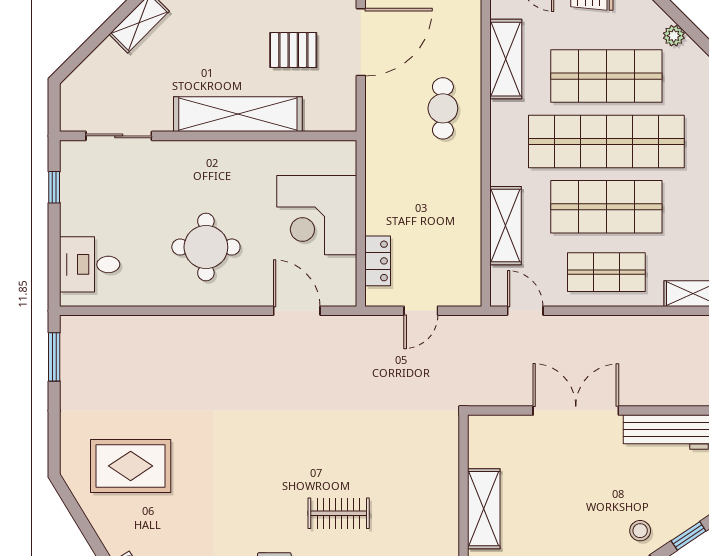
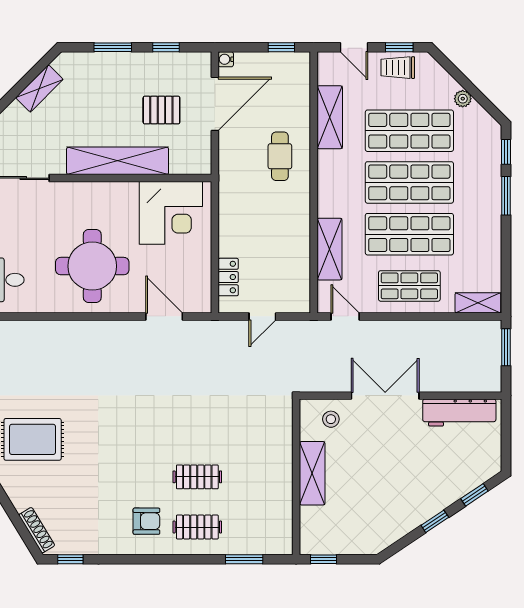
shop shelf: (606, 141) -> (409, 182), width x0.71
corner desk: (317, 215) -> (171, 213), moved, turned -90
round table: (206, 247) -> (92, 266), width x1.36, depth x1.36
stool: (640, 531) -> (331, 419), moved

